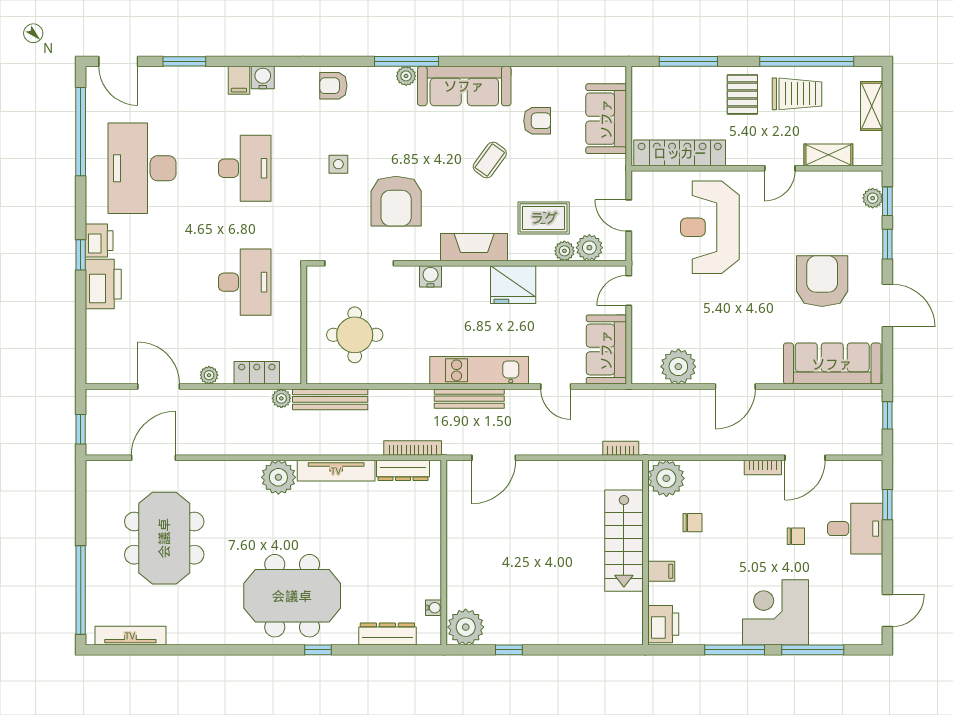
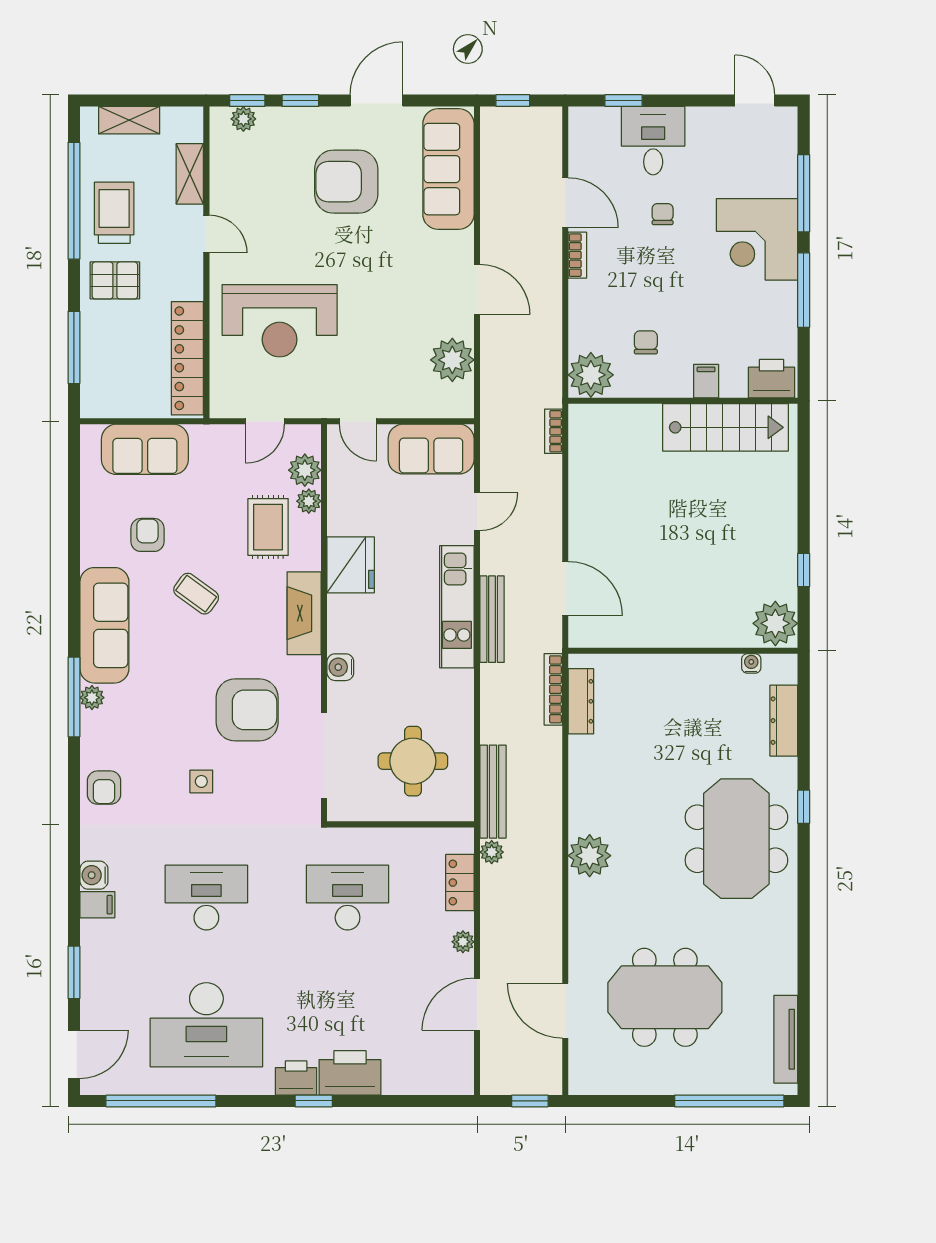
tv unit: (336, 471) -> (581, 784), removed
stairs: (624, 541) -> (725, 427), moved

